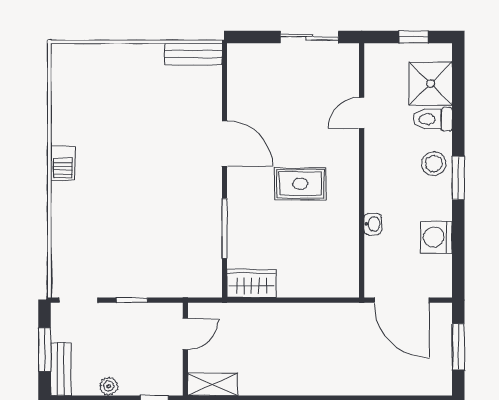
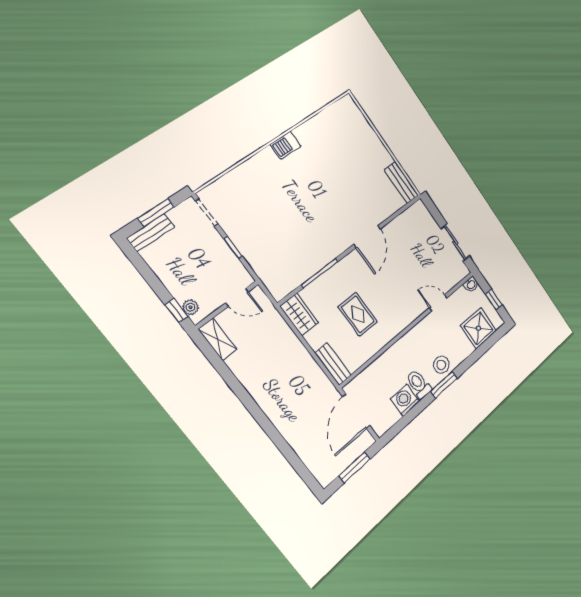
toilet: (433, 119) -> (419, 384), moved
rug: (300, 184) -> (358, 314), moved
washbasin: (373, 224) -> (471, 284), moved
bench: (331, 287) -> (333, 364), added
plant: (109, 386) -> (190, 307), moved

